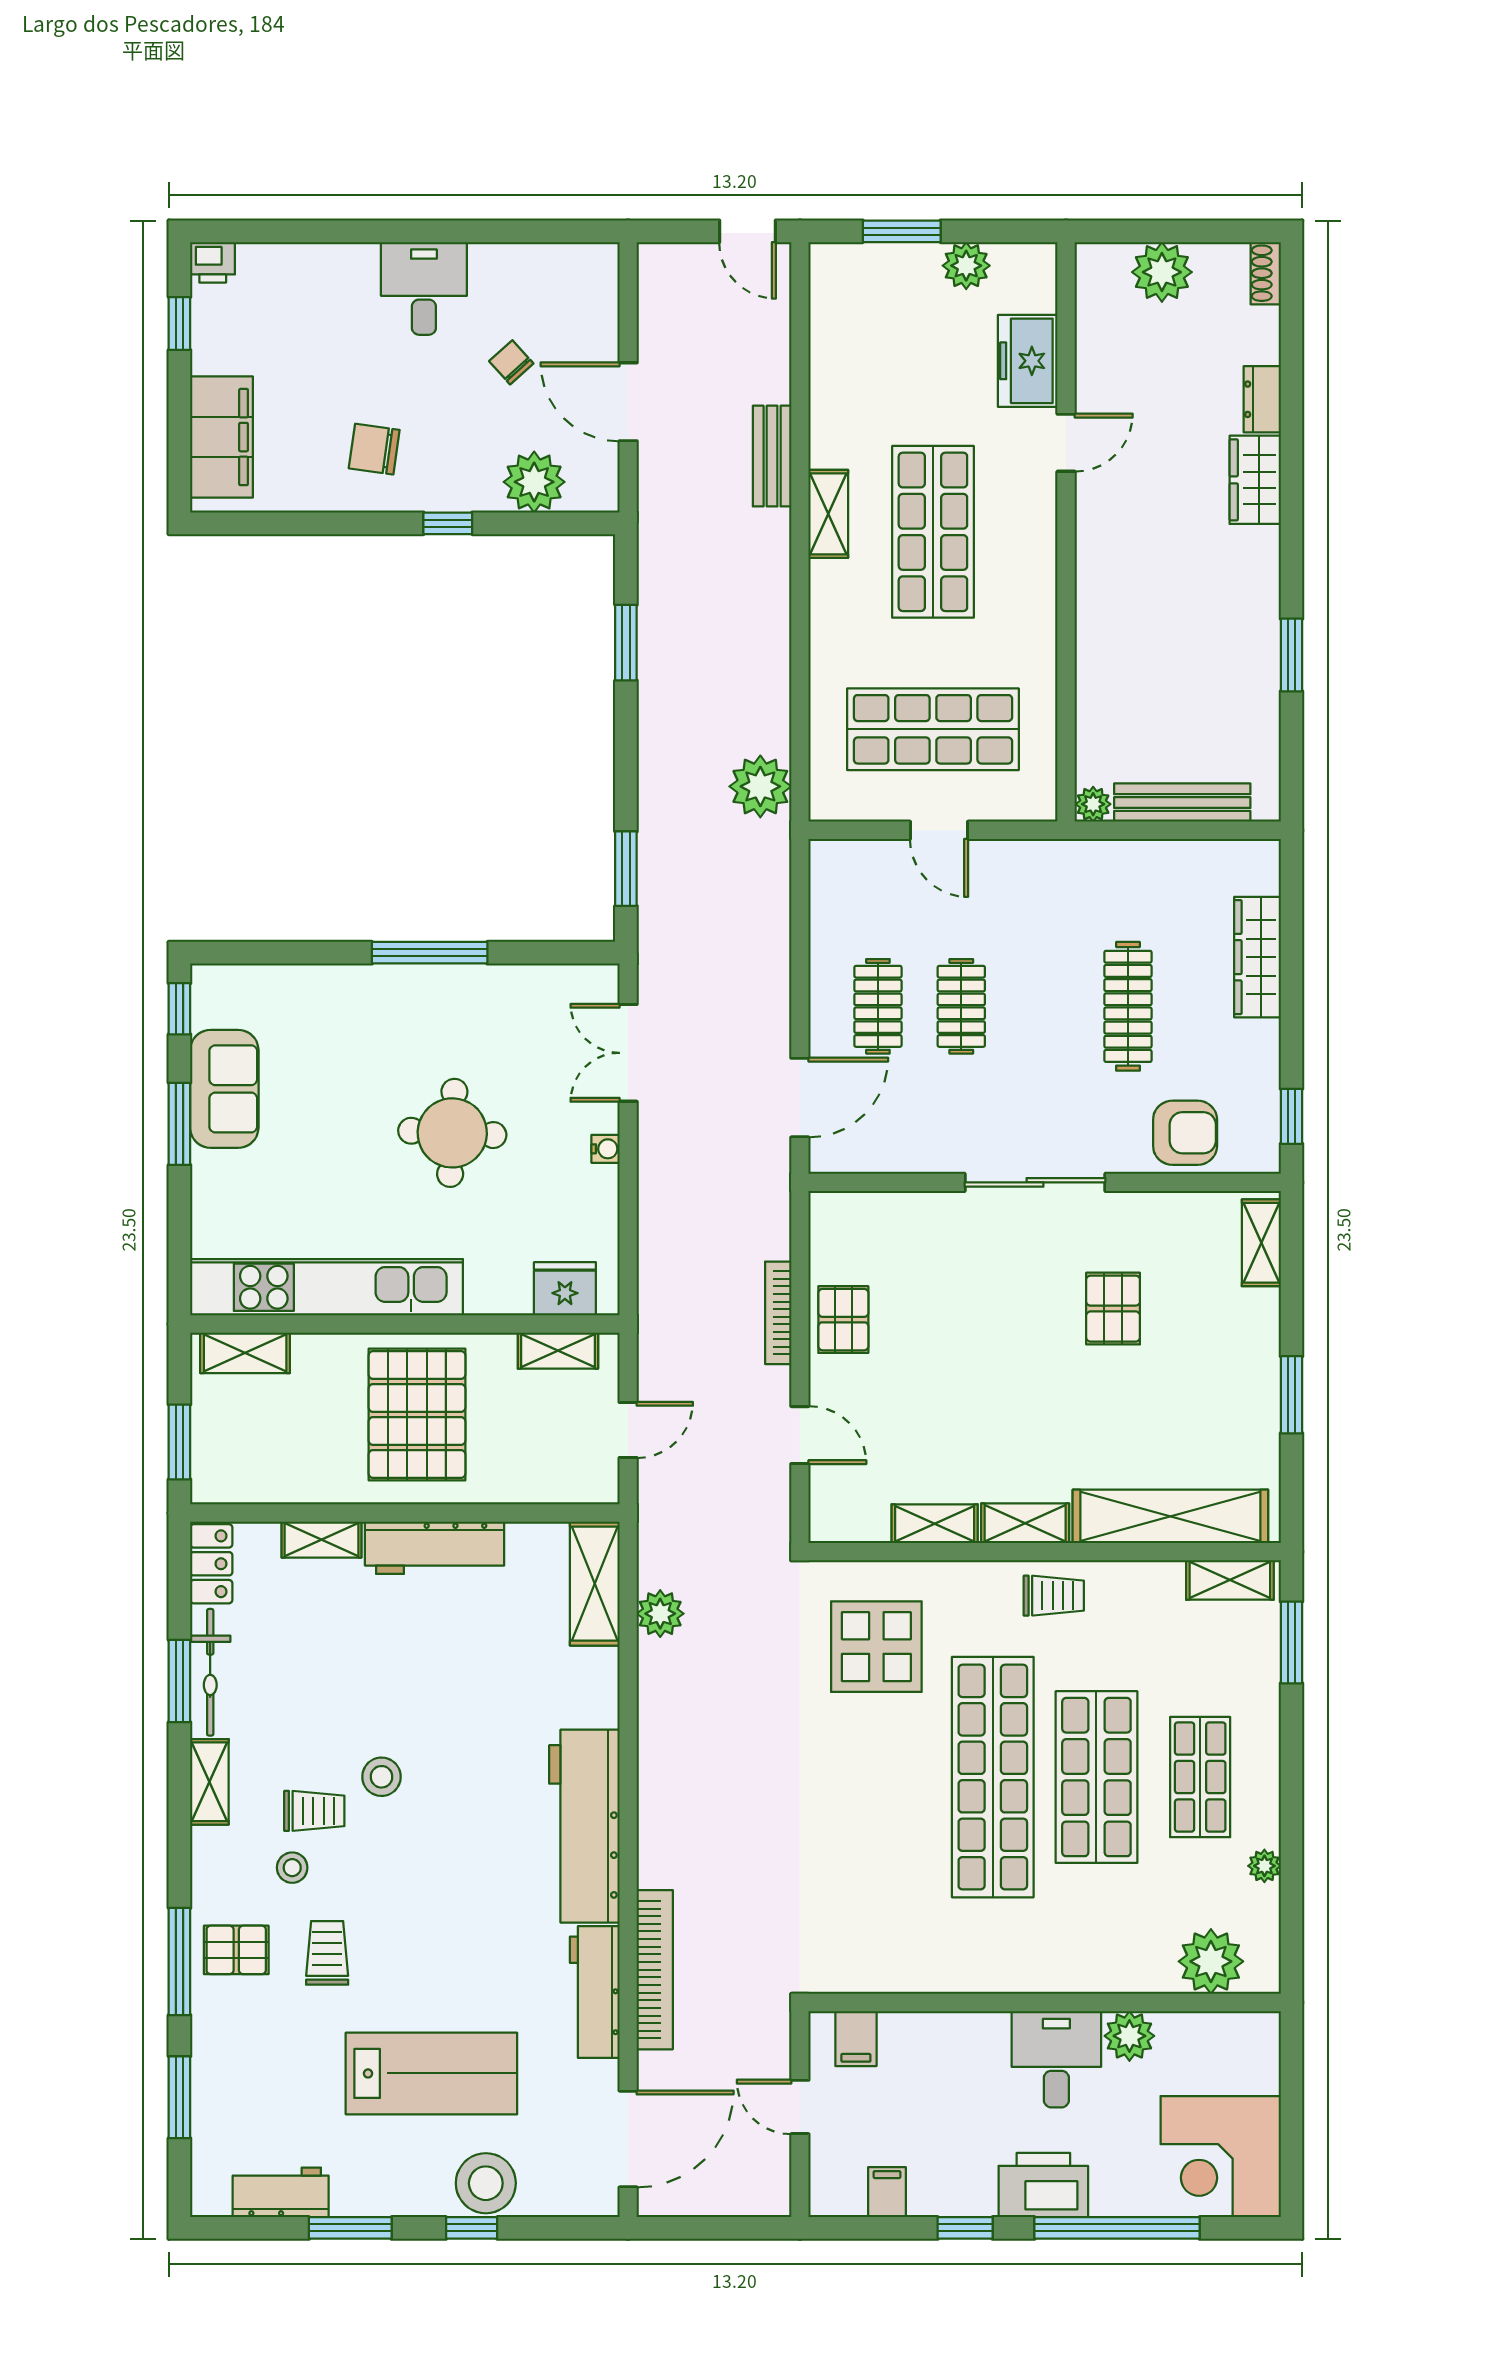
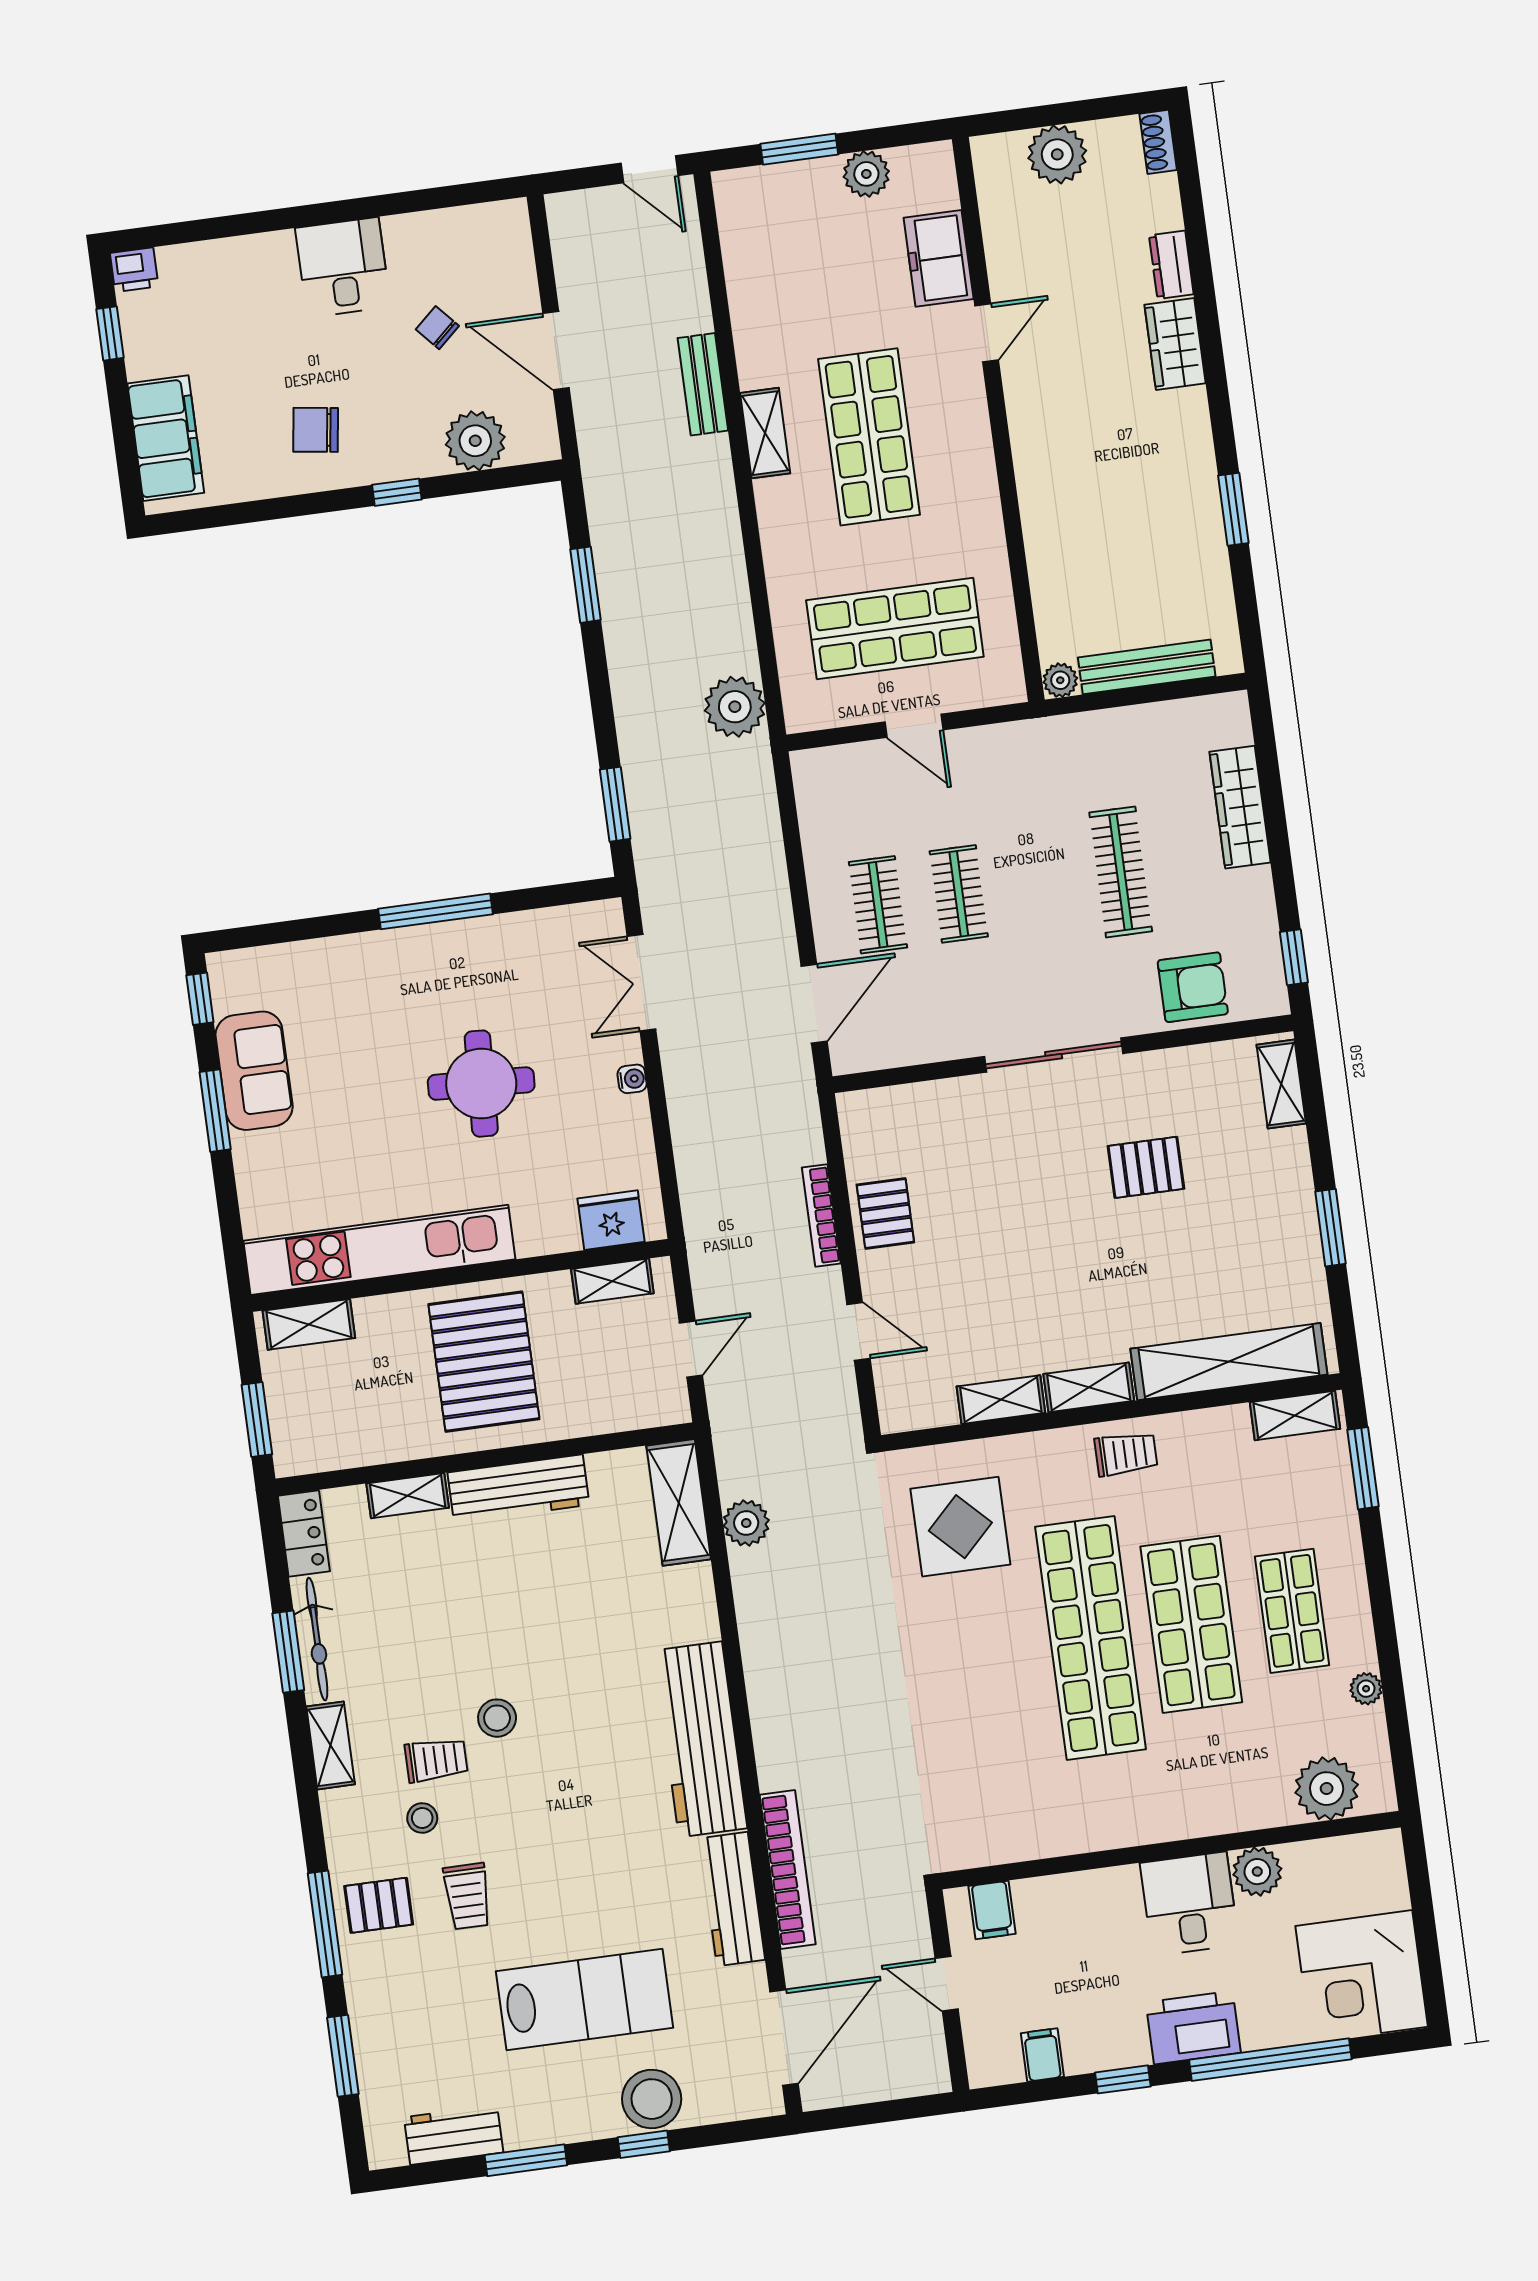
pallet: (1113, 1309) -> (1146, 1167), turned 90
trolley: (327, 1953) -> (467, 1896), turned 180

